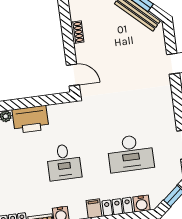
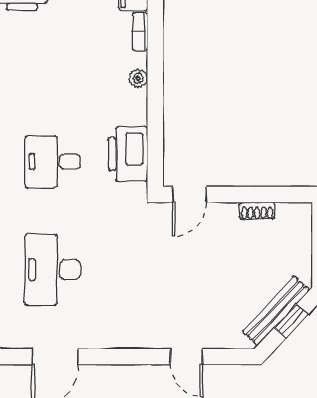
printer: (30, 119) -> (128, 154), moved

